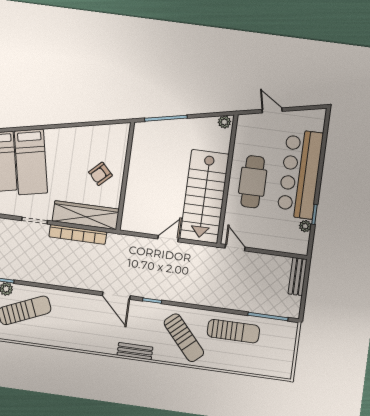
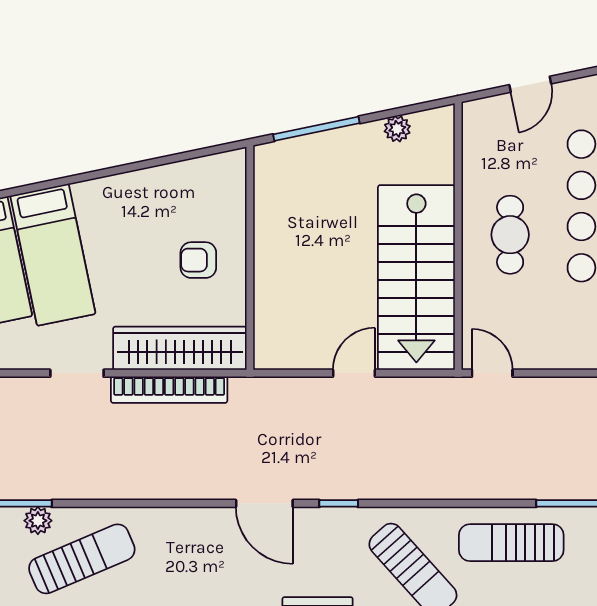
door: (272, 110) -> (530, 84), swing flipped
plant: (224, 122) -> (397, 129), moved
armchair: (100, 174) -> (198, 260), turned 44
cafe table: (253, 182) -> (510, 235), width x0.73, depth x0.74
sun lounger: (233, 331) -> (511, 543), turned 180

